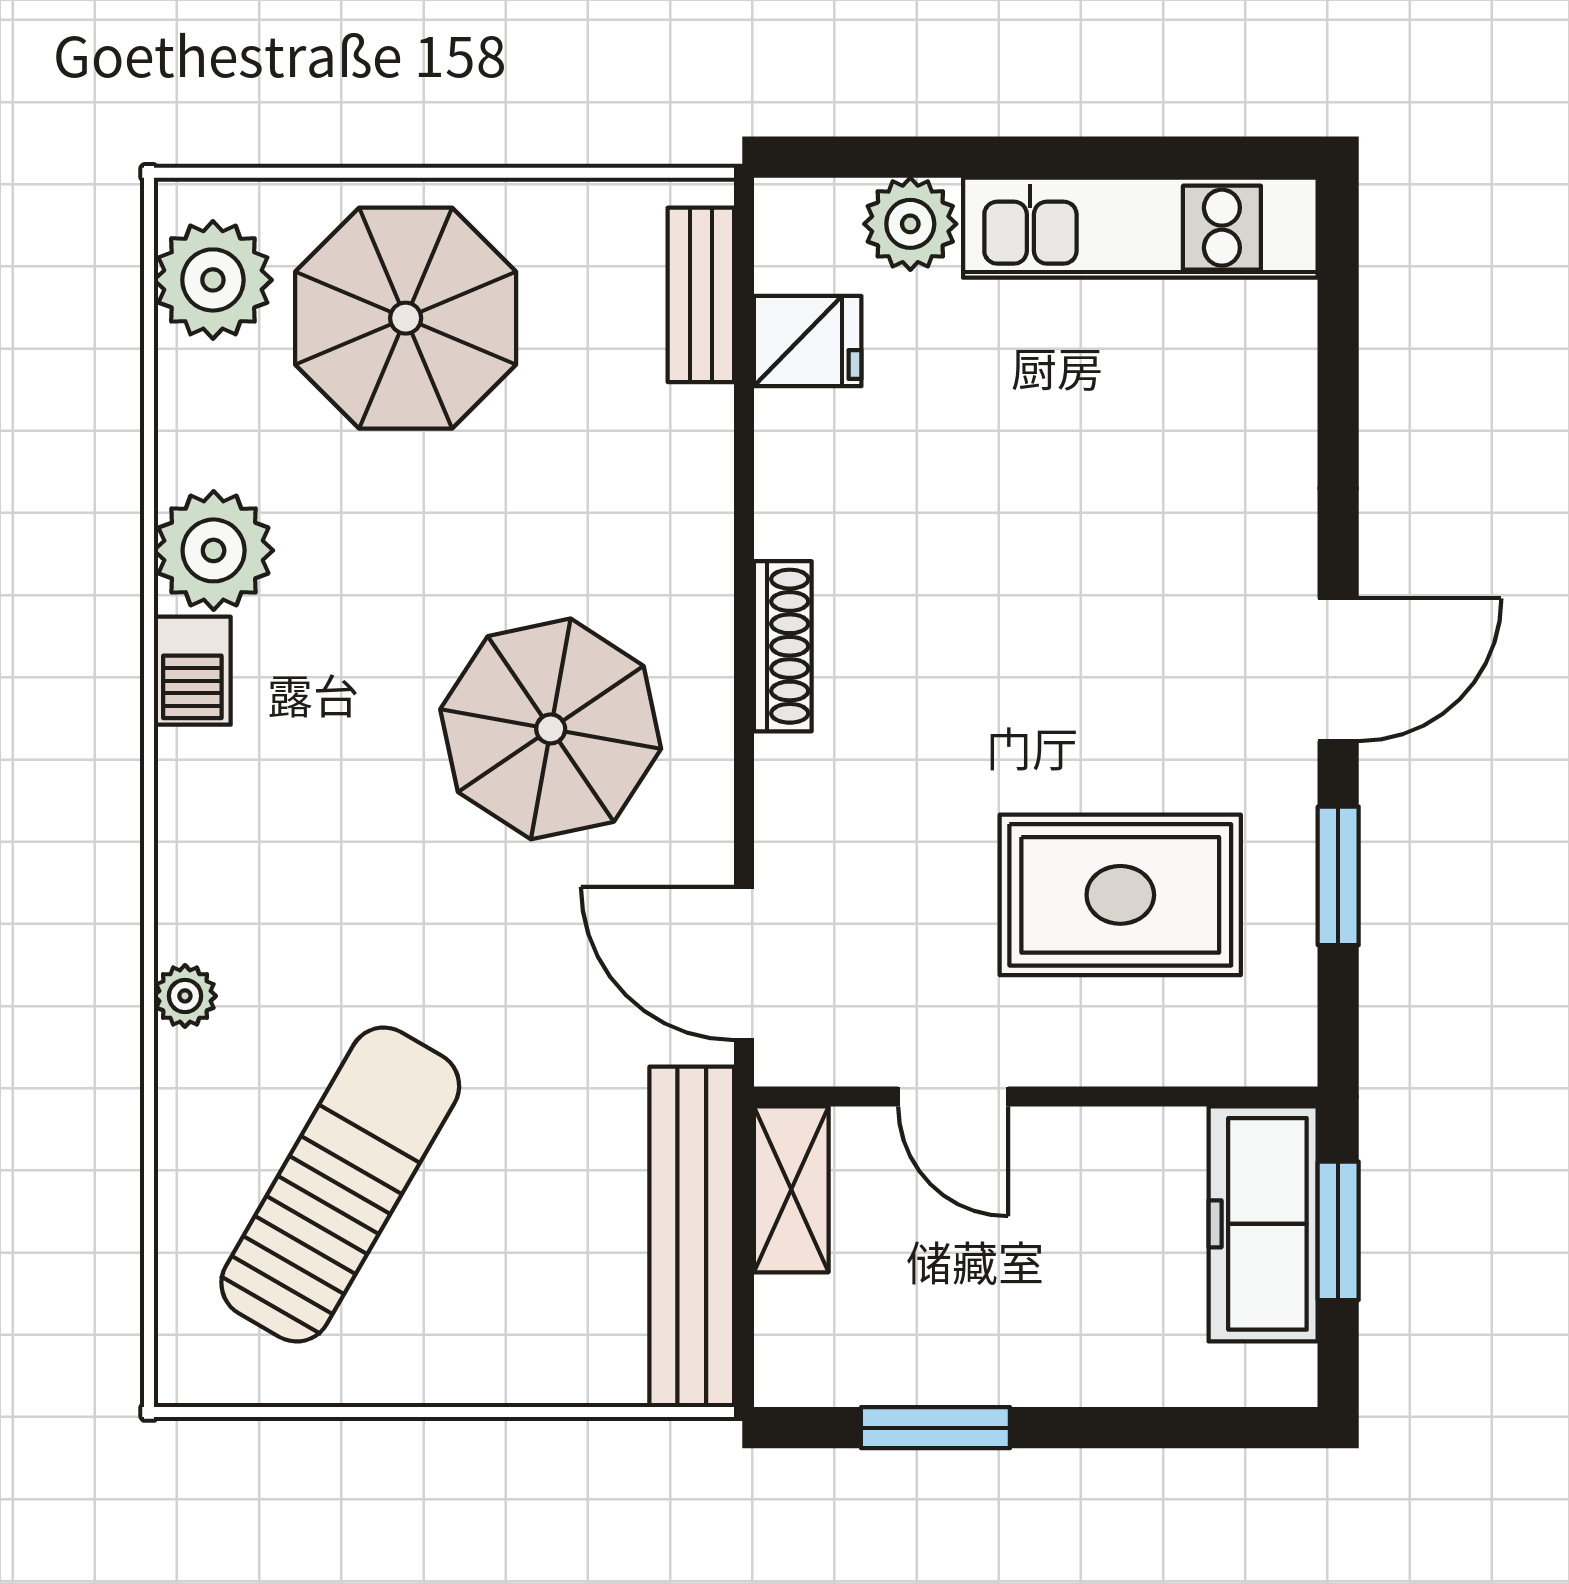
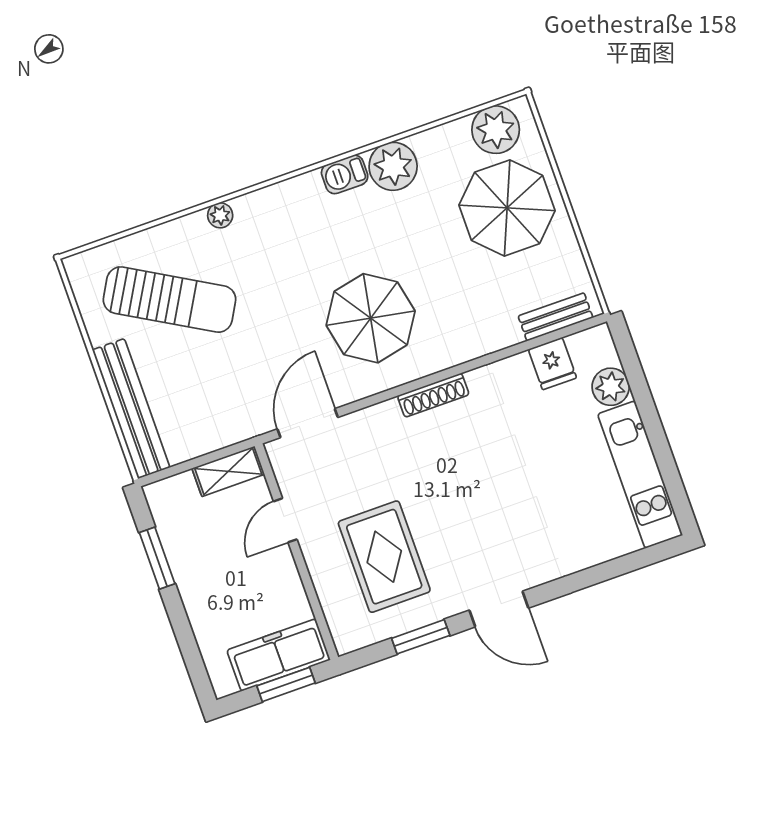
bench: (692, 1237) -> (131, 409), moved, turned 90

